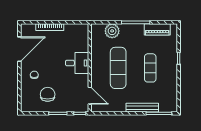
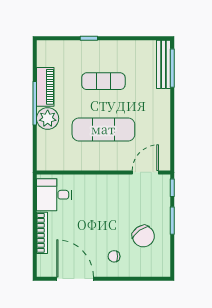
piano: (157, 29) -> (45, 87), moved
plant: (112, 31) -> (48, 119), moved
desk: (77, 63) -> (54, 195), moved, turned -90
chair: (48, 94) -> (143, 236), turned -125
bench: (142, 108) -> (164, 64), moved

